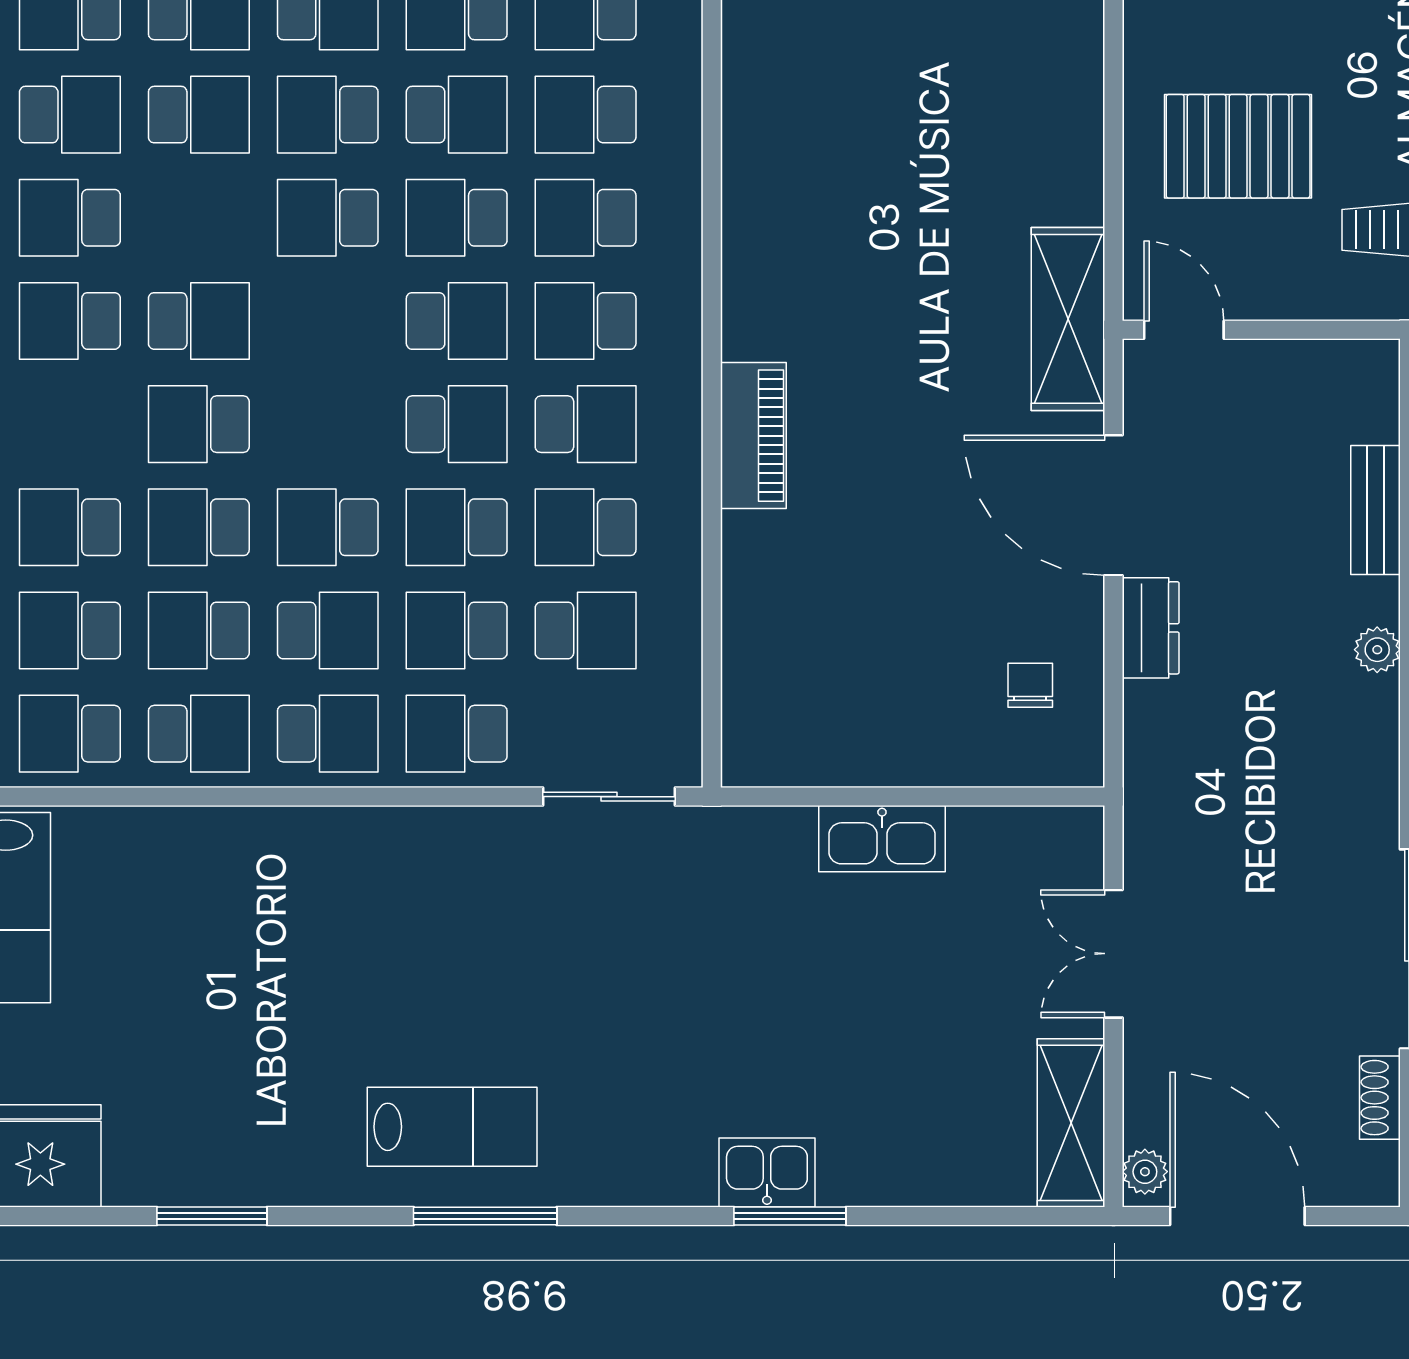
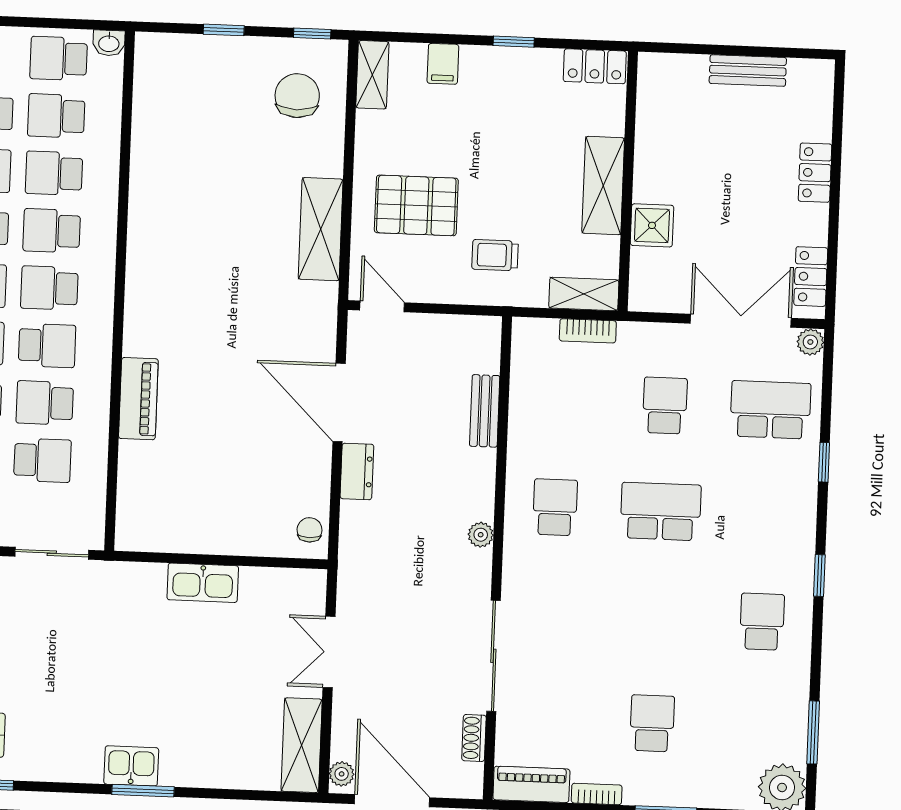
shelving: (1068, 319) -> (321, 229), moved
piano: (753, 436) -> (138, 399), moved
plant: (1377, 650) -> (481, 535), moved
chair: (1030, 685) -> (310, 530), moved

